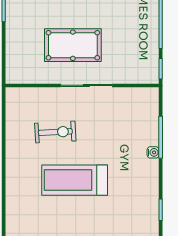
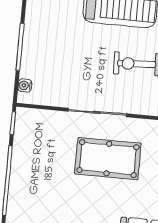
water cooler: (153, 152) -> (25, 85), moved

